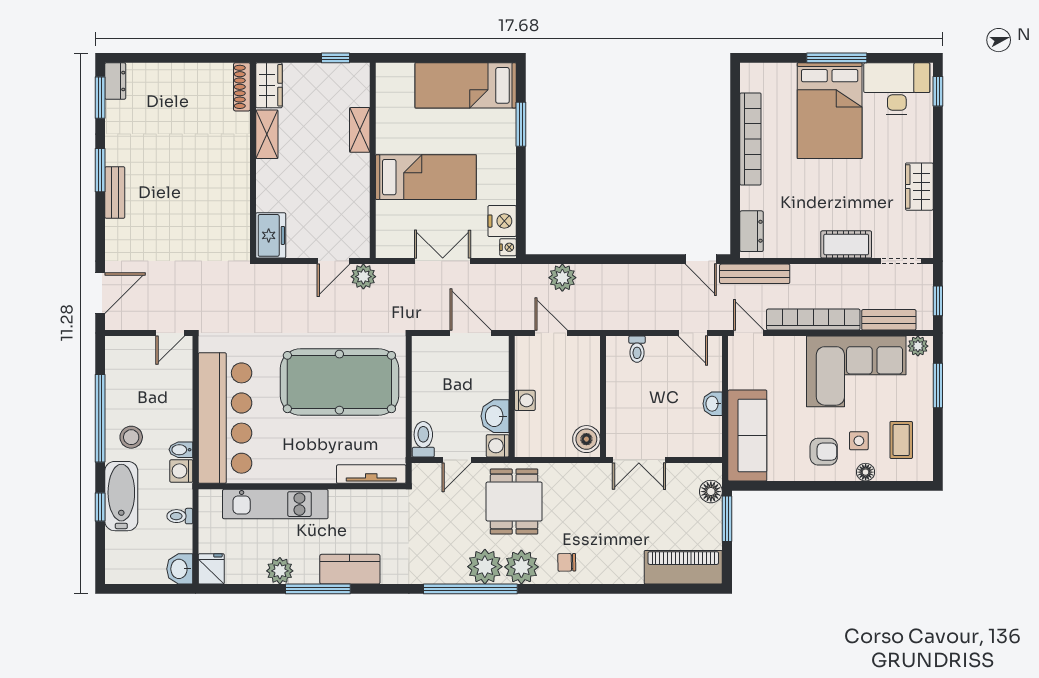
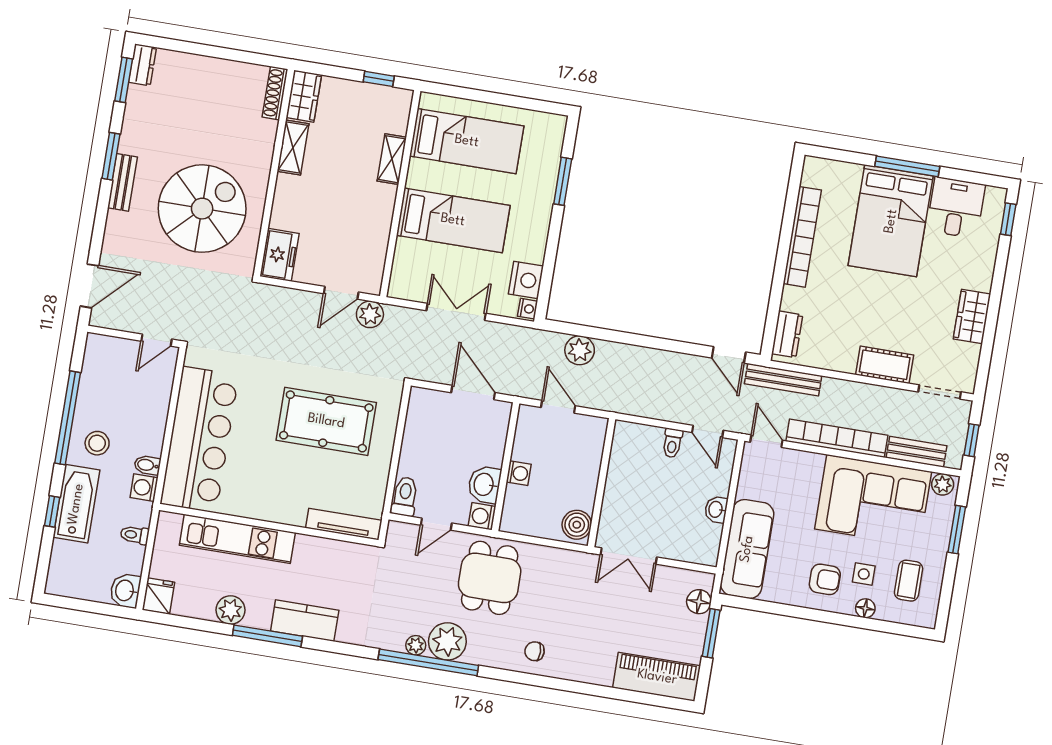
bed: (466, 85) -> (467, 141), moved, turned 180
desk: (897, 89) -> (956, 208), width x0.73
spiral stairs: (192, 205) -> (202, 209), added
toilet: (637, 349) -> (672, 443), moved
pool table: (339, 382) -> (326, 421), width x0.73, depth x0.76
plant: (521, 567) -> (416, 645), moved, width x0.53, depth x0.53

